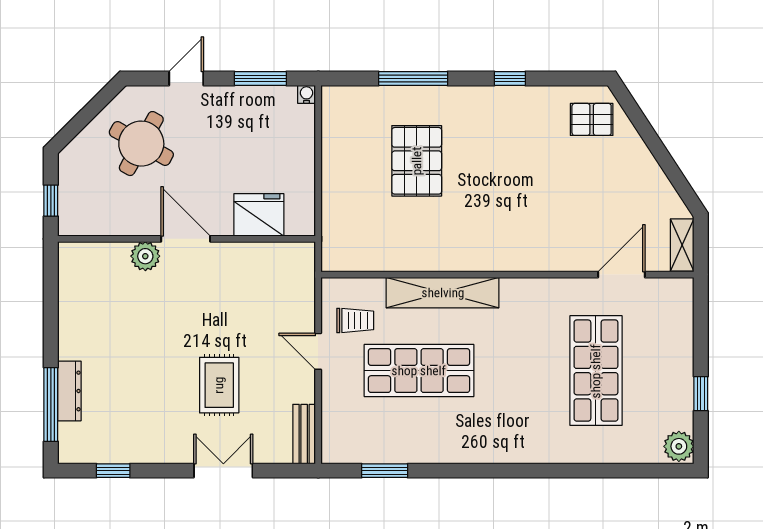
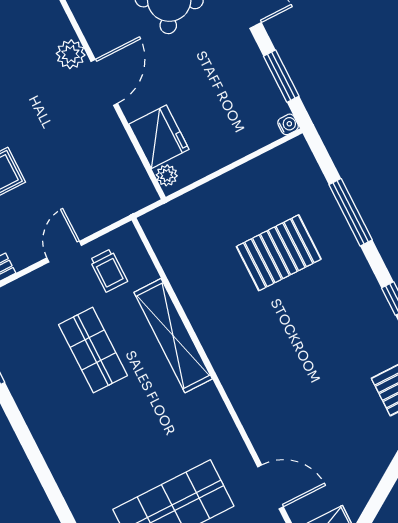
plant: (297, 225) -> (167, 175), added
shop shelf: (419, 371) -> (93, 350), width x0.70, depth x0.74

